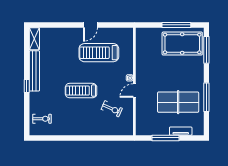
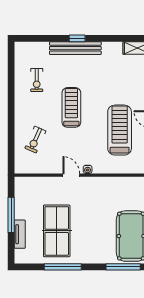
bench: (34, 71) -> (75, 48), moved
exercise bike: (112, 109) -> (35, 140), moved
exercise bike: (42, 119) -> (37, 80), moved

